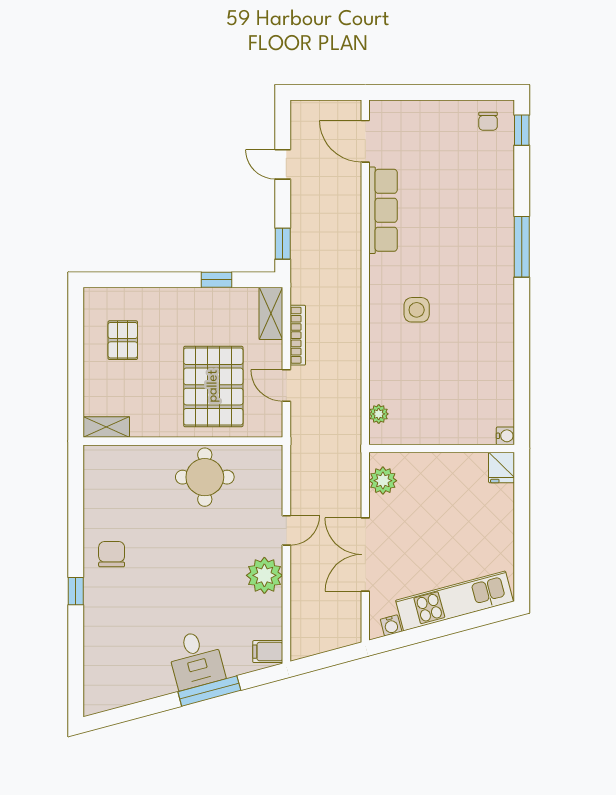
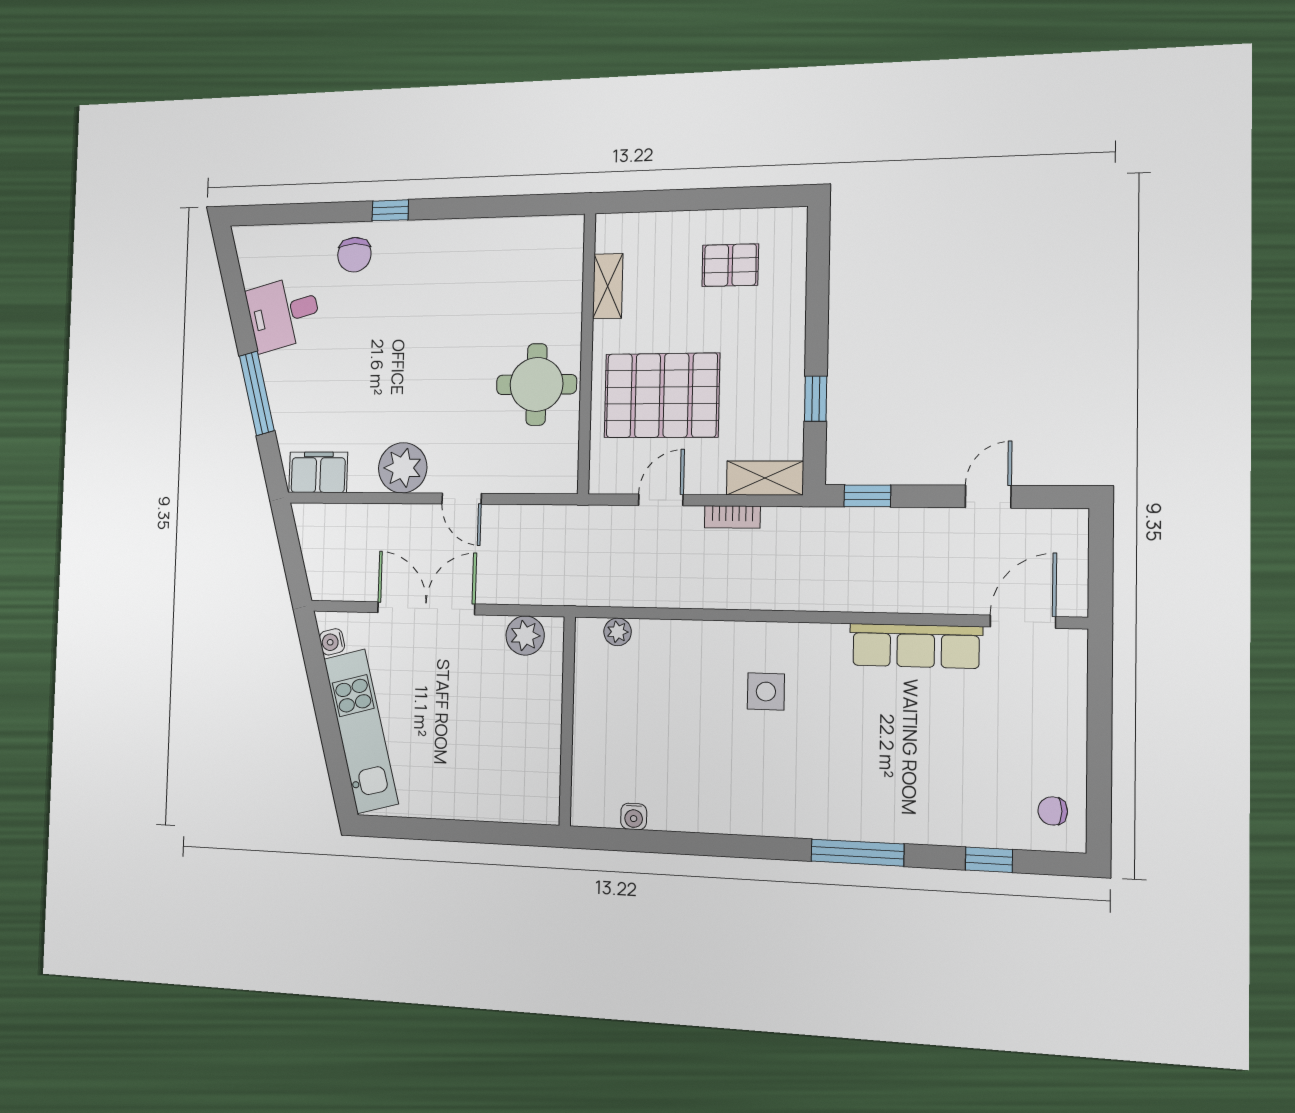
window: (522, 130) -> (989, 860), moved
bookcase: (298, 335) -> (732, 517), width x0.64
shelving: (106, 427) -> (608, 286), moved
water cooler: (505, 436) -> (634, 816), moved
fridge: (502, 467) -> (539, 806), removed
chair: (112, 554) -> (354, 255), moved, turned 90
filing cabinet: (268, 652) -> (318, 472), width x2.00
desk: (196, 660) -> (284, 313), moved

